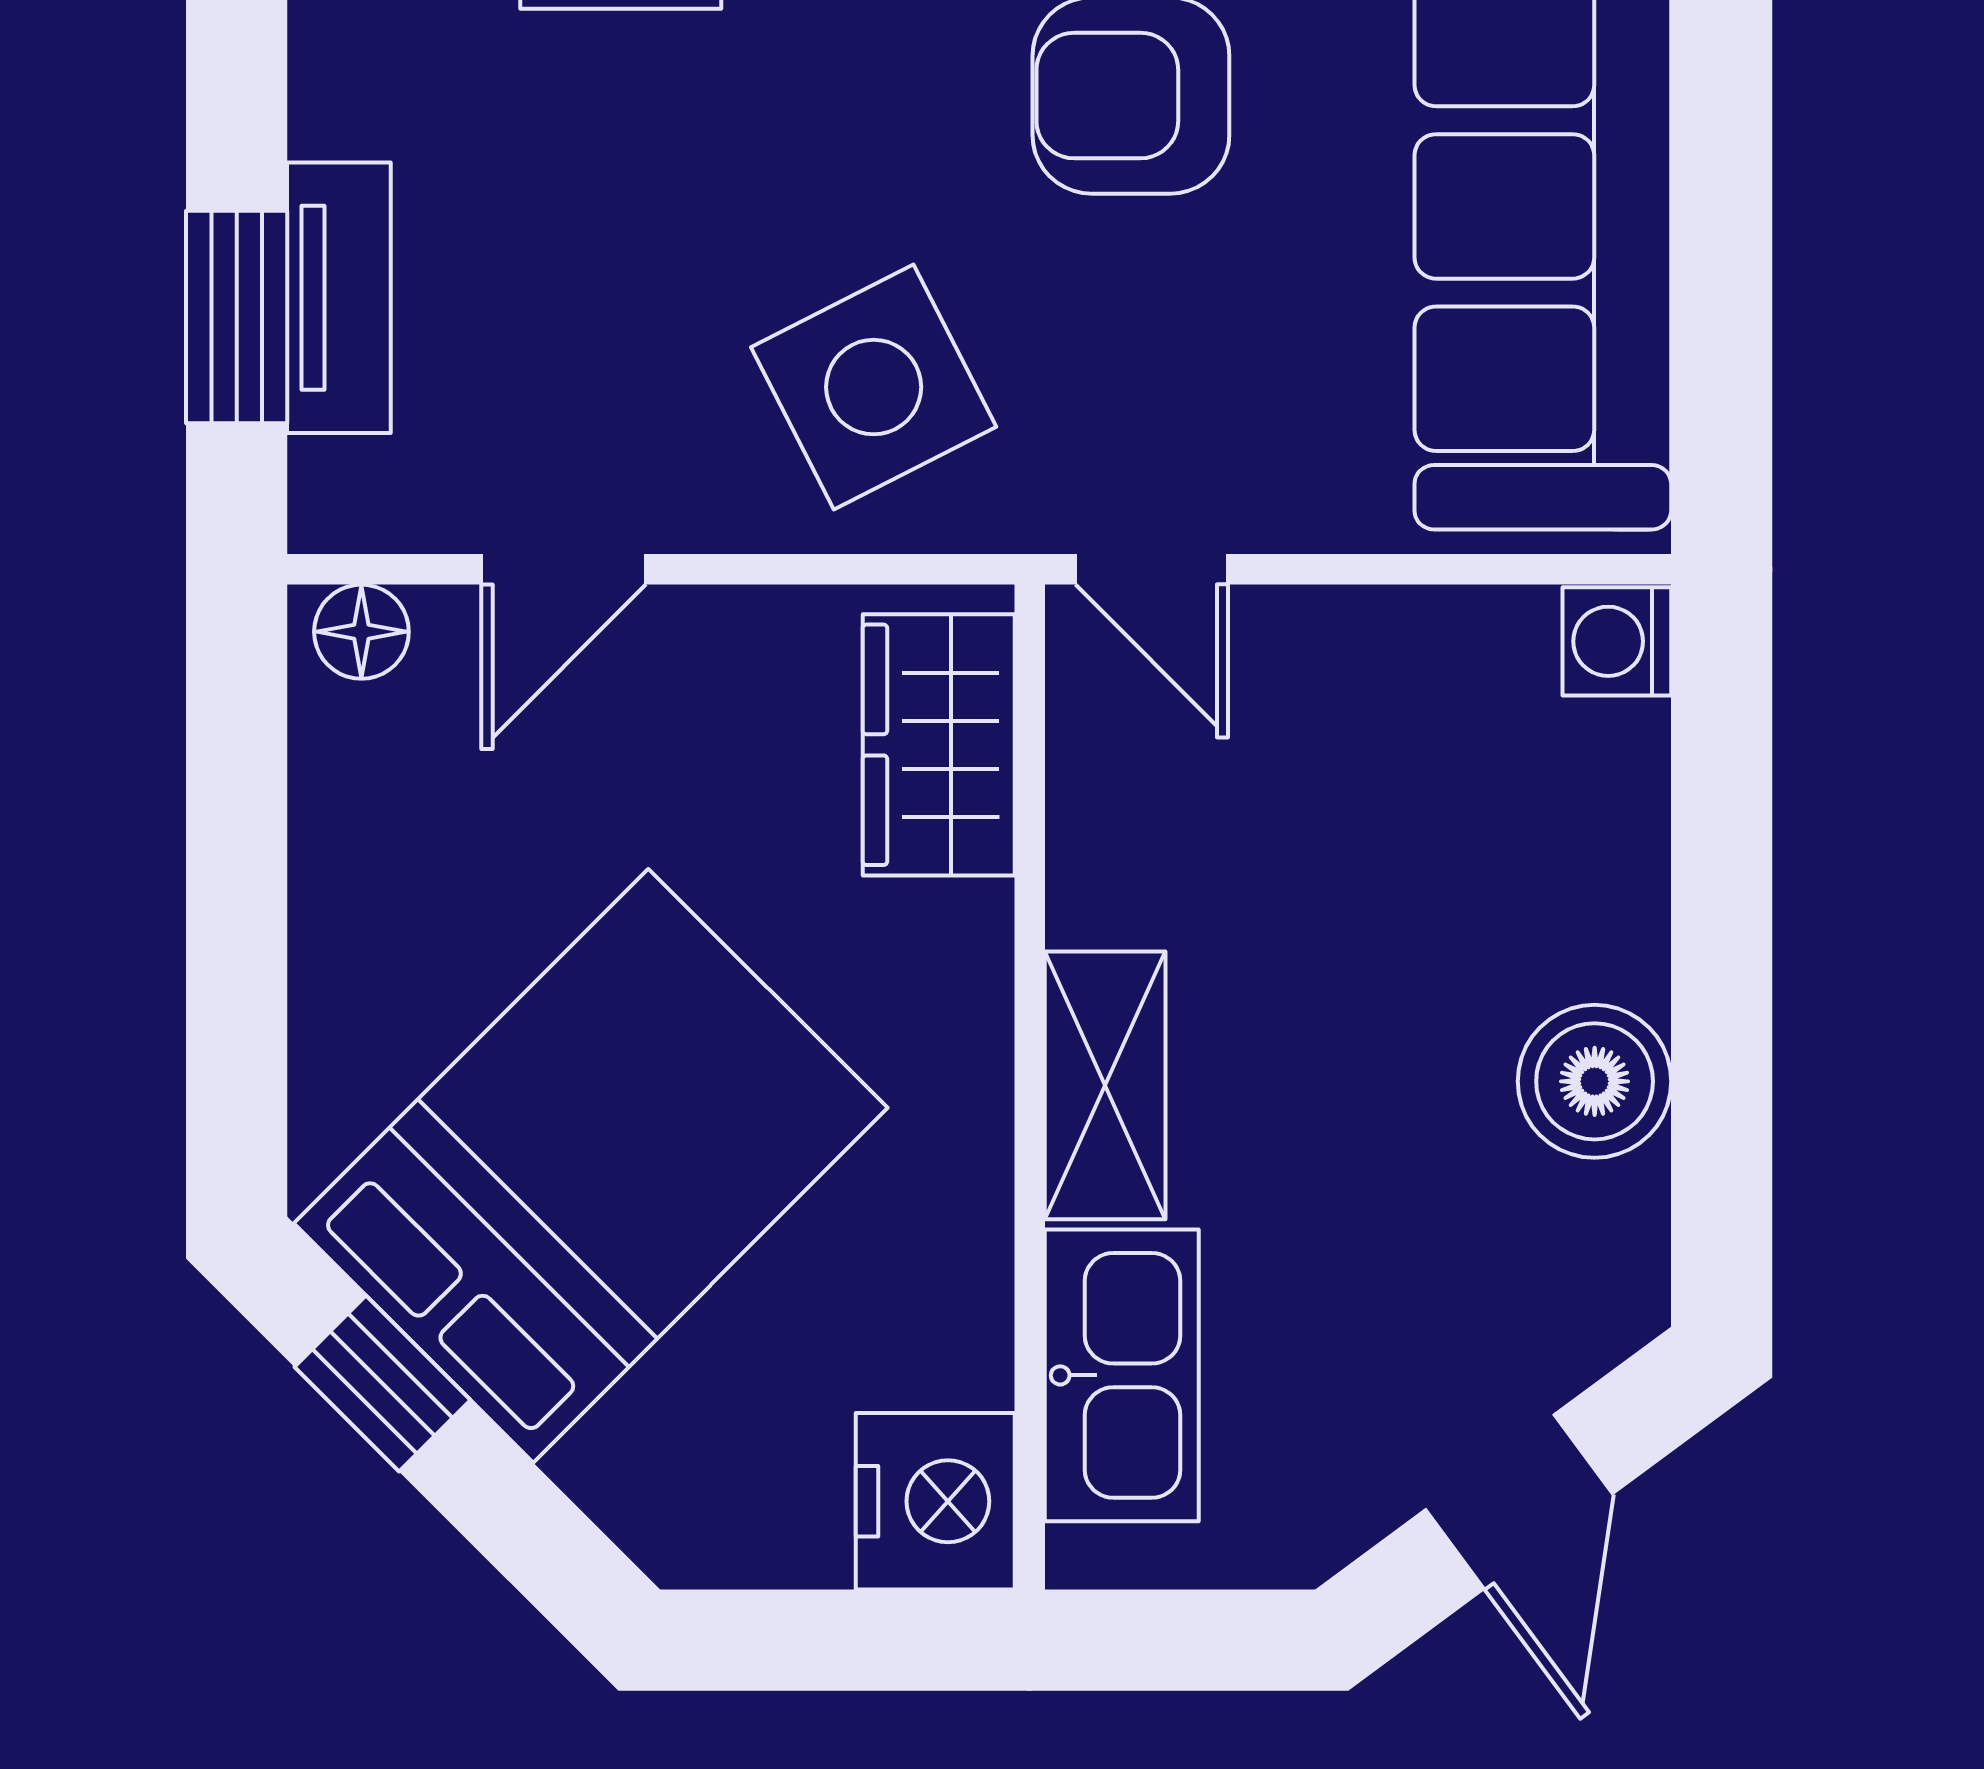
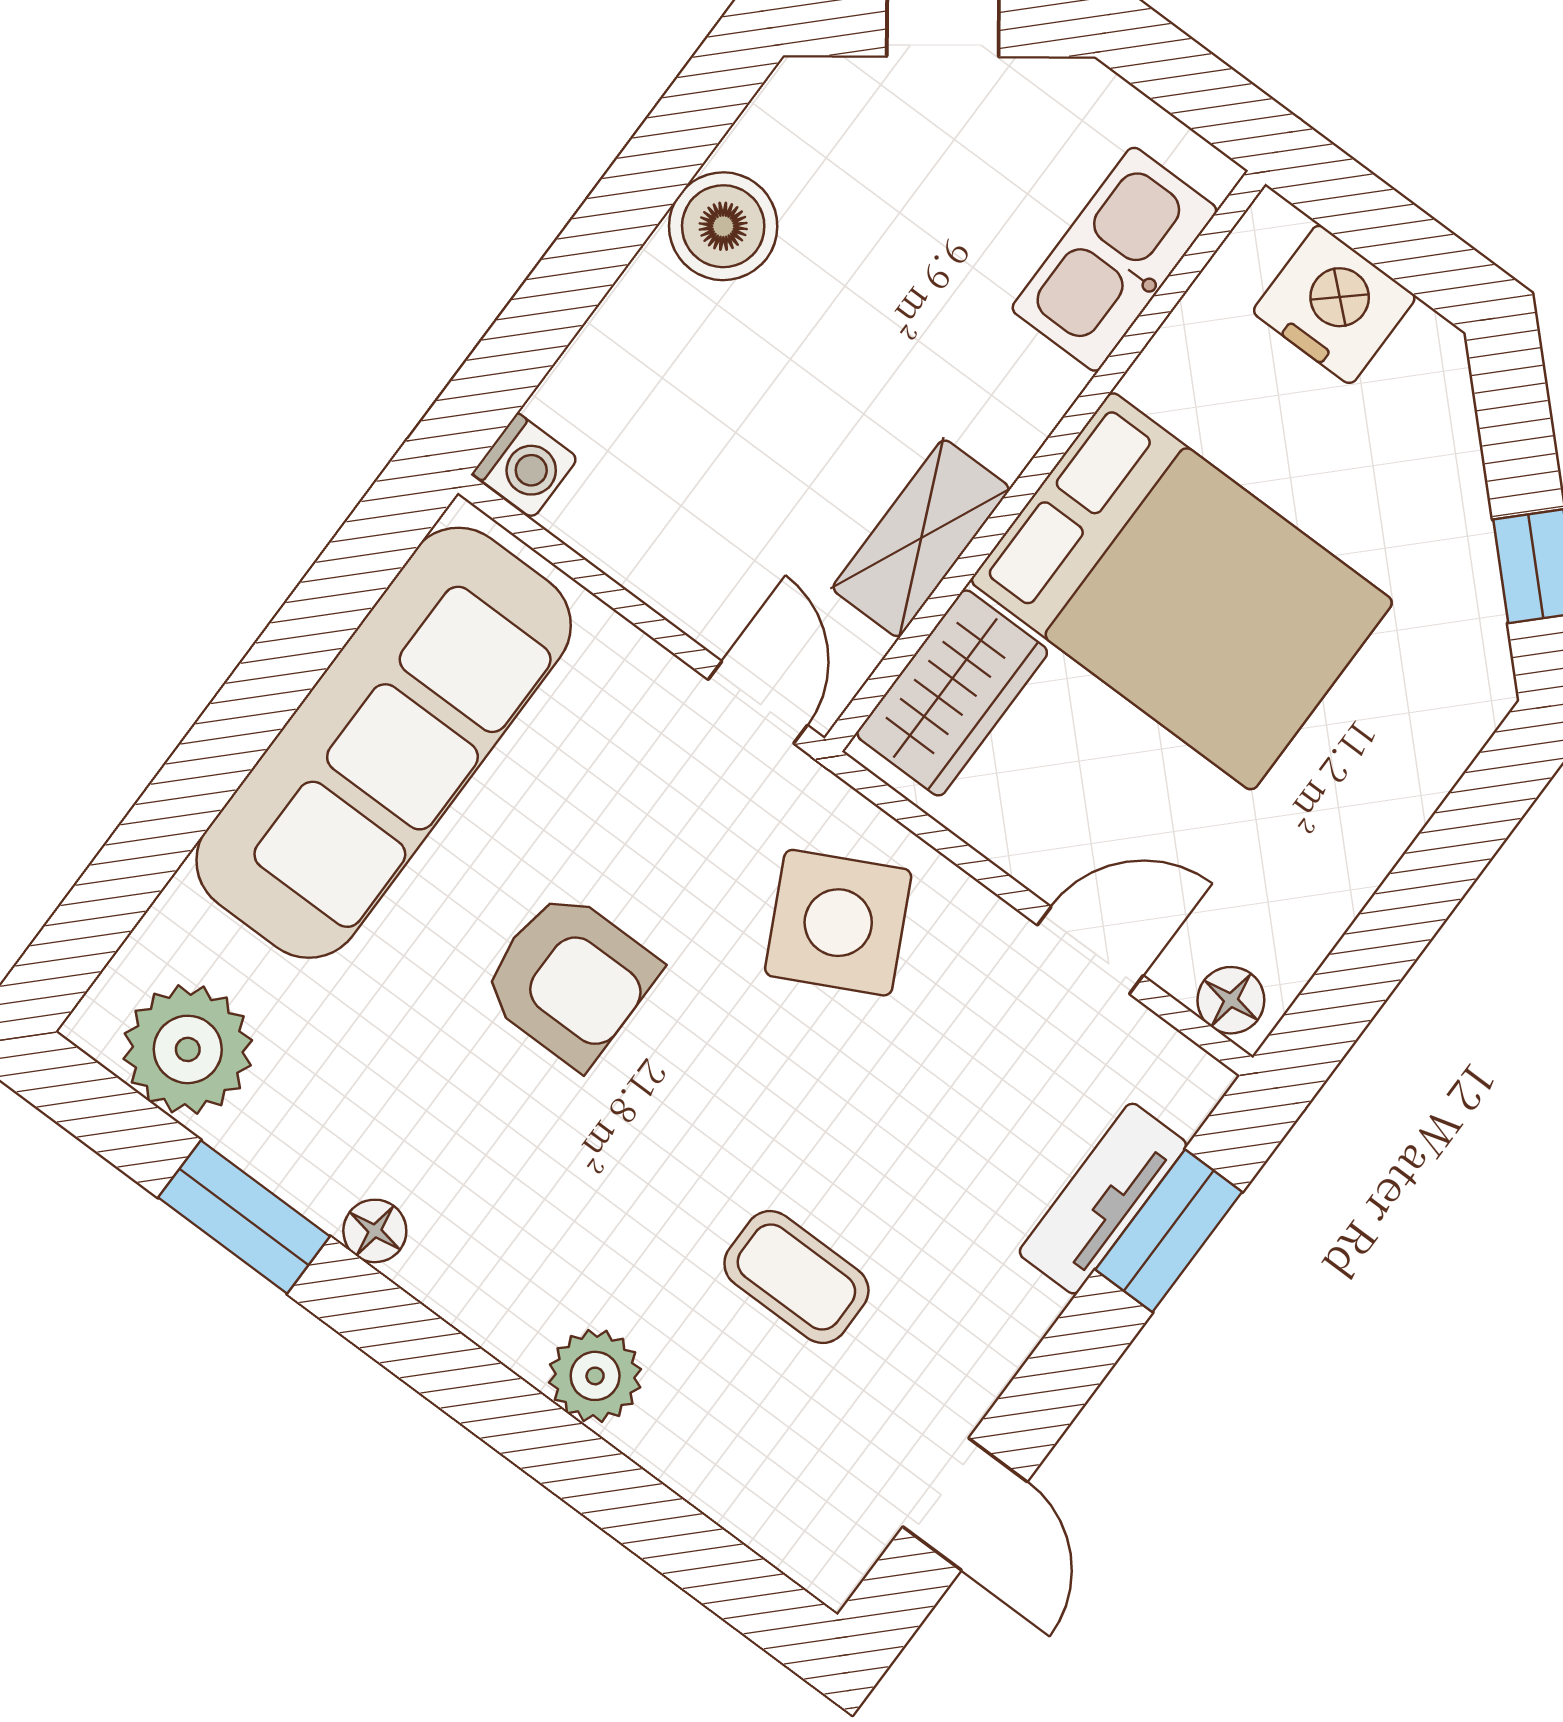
shelving: (1105, 1085) -> (921, 538), moved
bed: (591, 1166) -> (1182, 591), moved, turned -135
nightstand: (935, 1501) -> (1334, 304), moved, turned 90

